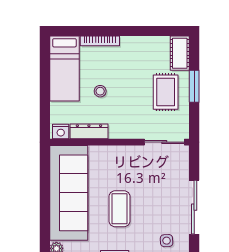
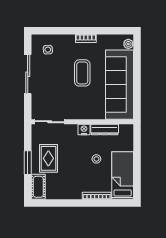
nightstand: (61, 131) -> (84, 130), moved

